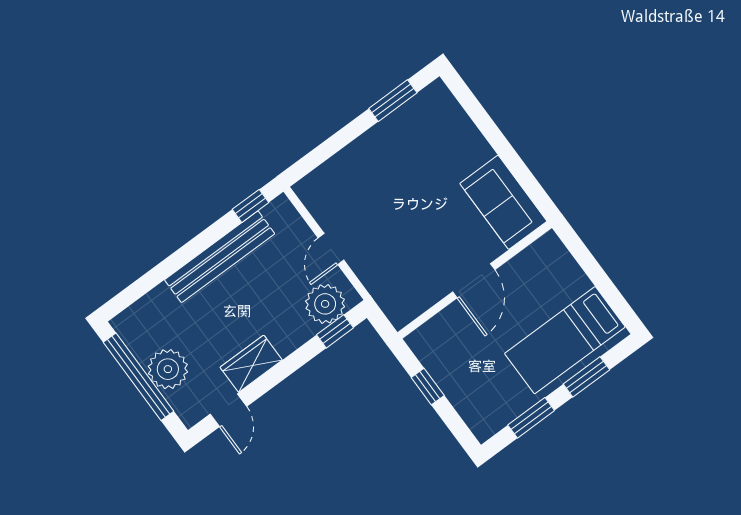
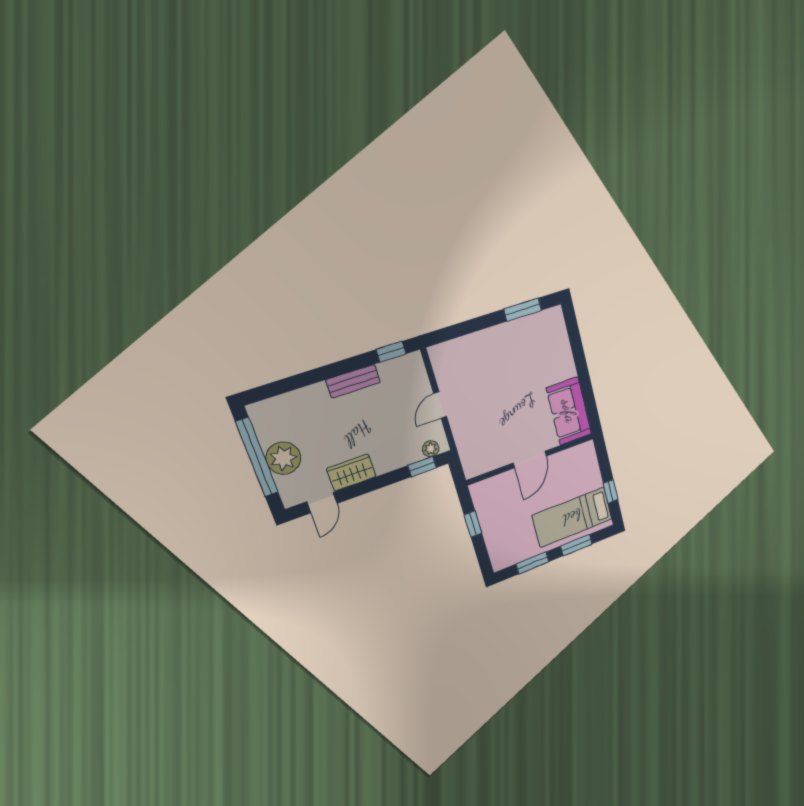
bench: (220, 257) -> (353, 381), width x0.54, depth x0.82
window: (608, 289) -> (611, 491), added
plant: (325, 304) -> (431, 449), width x0.53, depth x0.53

